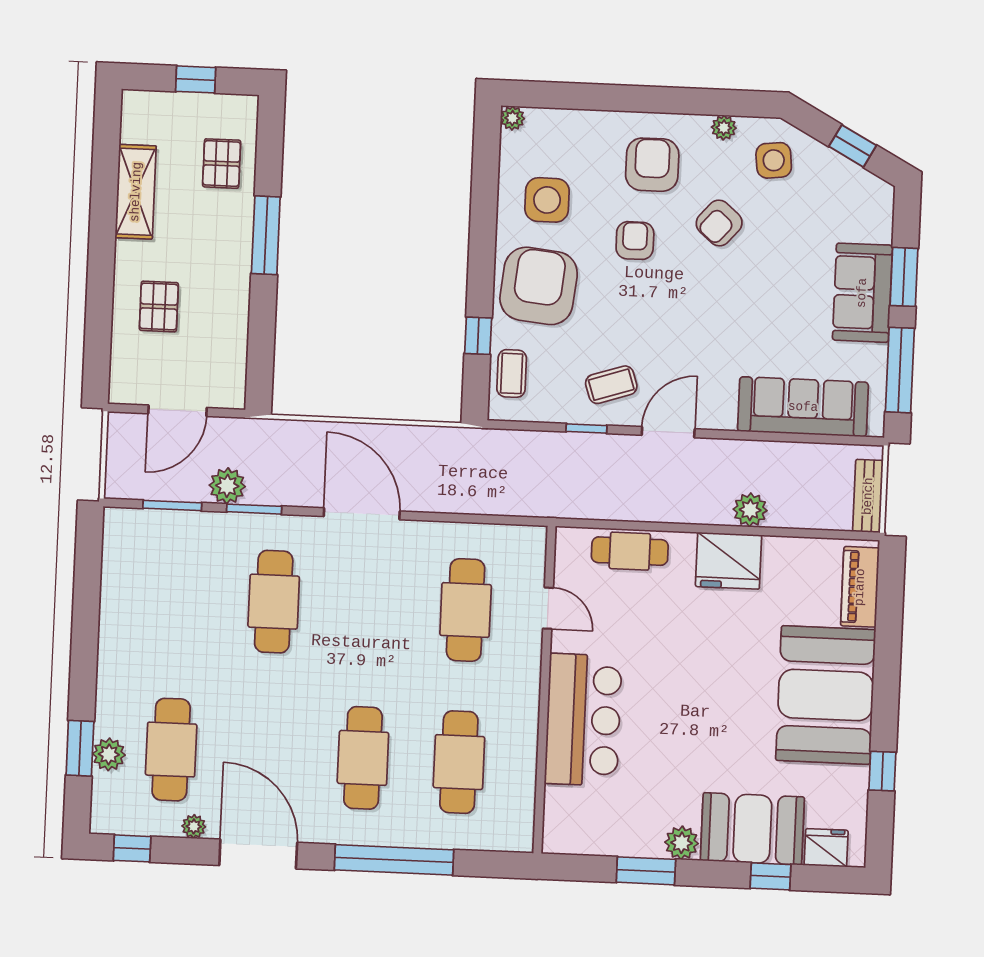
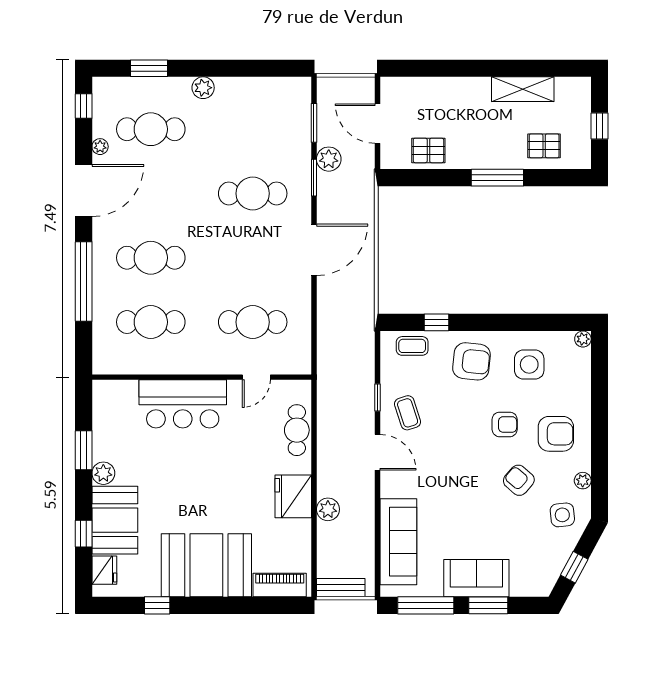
armchair: (539, 286) -> (471, 361), width x0.73, depth x0.73
pallet: (159, 306) -> (428, 150), moved
plant: (109, 754) -> (203, 88), moved

